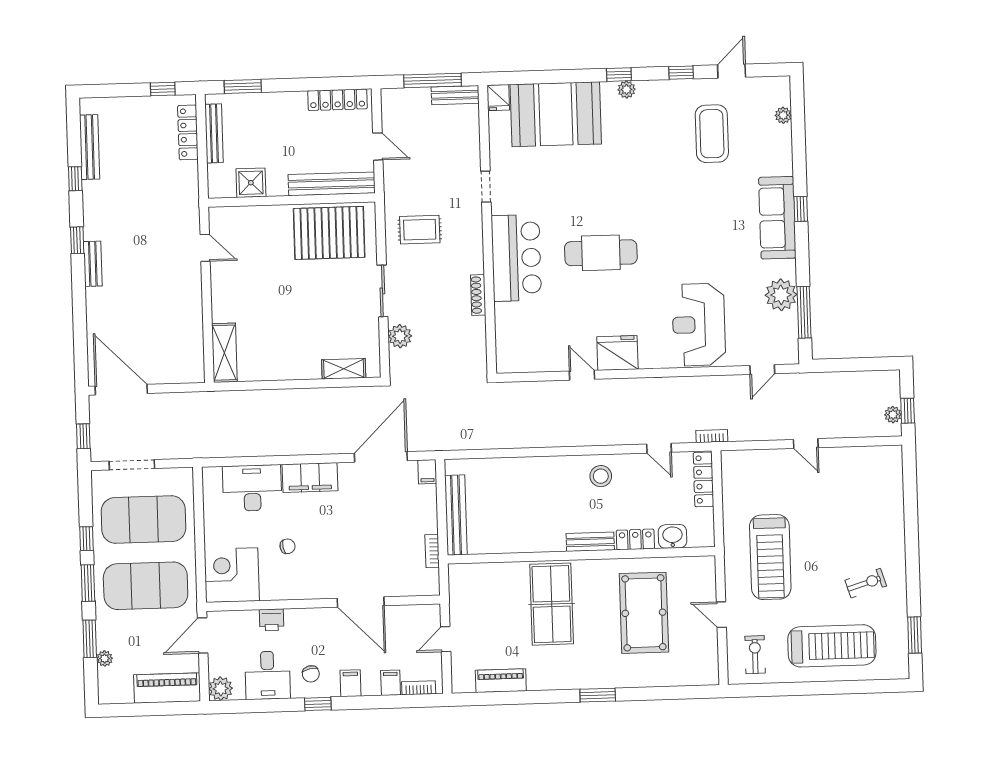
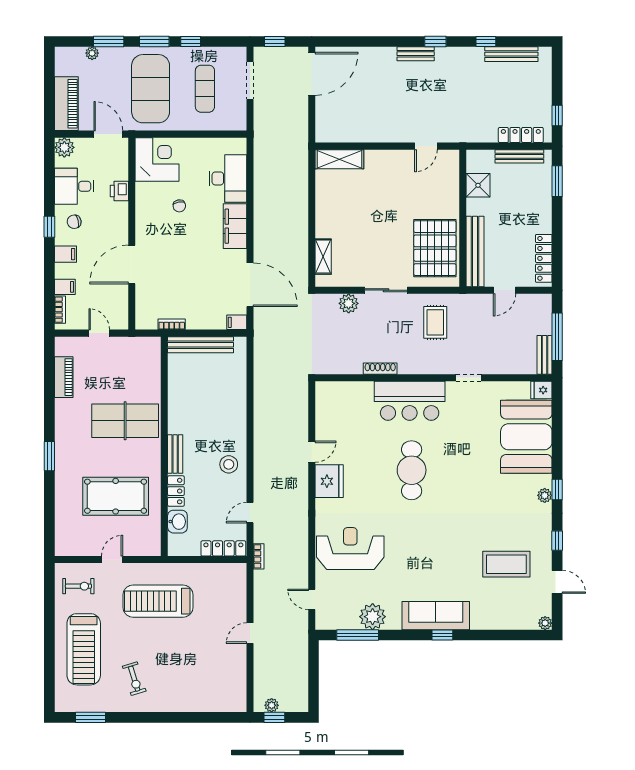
plant: (783, 115) -> (545, 623), moved
exercise mat: (144, 520) -> (205, 89), width x0.50, depth x0.69

